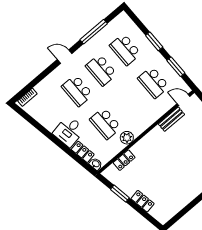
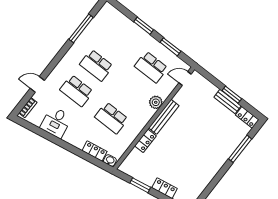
school desk: (125, 49) -> (116, 40), removed
door: (65, 57) -> (37, 84), moved
bench: (171, 119) -> (164, 117), moved, width x1.36
desk: (69, 131) -> (56, 122), moved
plant: (127, 138) -> (156, 102), moved
locker: (124, 160) -> (145, 141), moved

